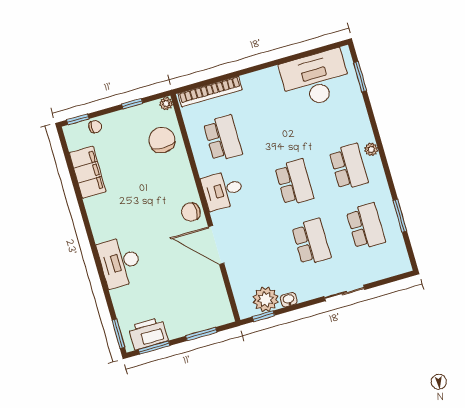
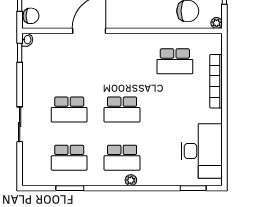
bookcase: (210, 92) -> (216, 81), moved
desk: (223, 190) -> (132, 49), removed
chair: (191, 212) -> (31, 16), moved, turned 90
plant: (266, 299) -> (33, 59), removed
washbasin: (289, 300) -> (27, 40), moved

